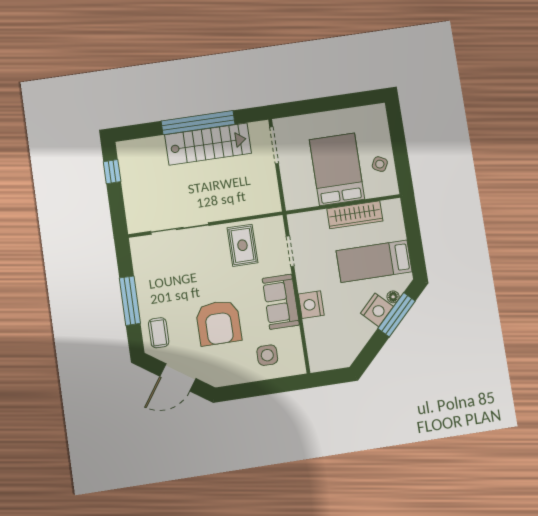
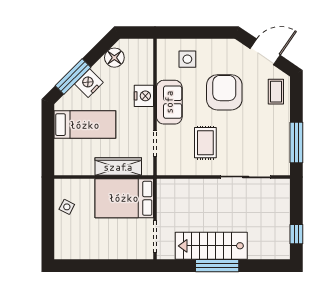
window: (198, 123) -> (217, 266), width x0.68
bed: (337, 169) -> (124, 198), moved, turned 90
wardrobe: (355, 215) -> (118, 167), moved
rug: (242, 245) -> (205, 143), moved
floor lamp: (393, 297) -> (114, 58), moved, width x1.89, depth x1.89
window: (130, 301) -> (296, 142), moved

